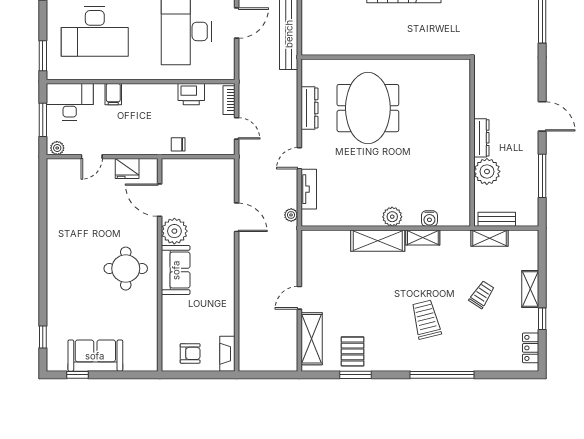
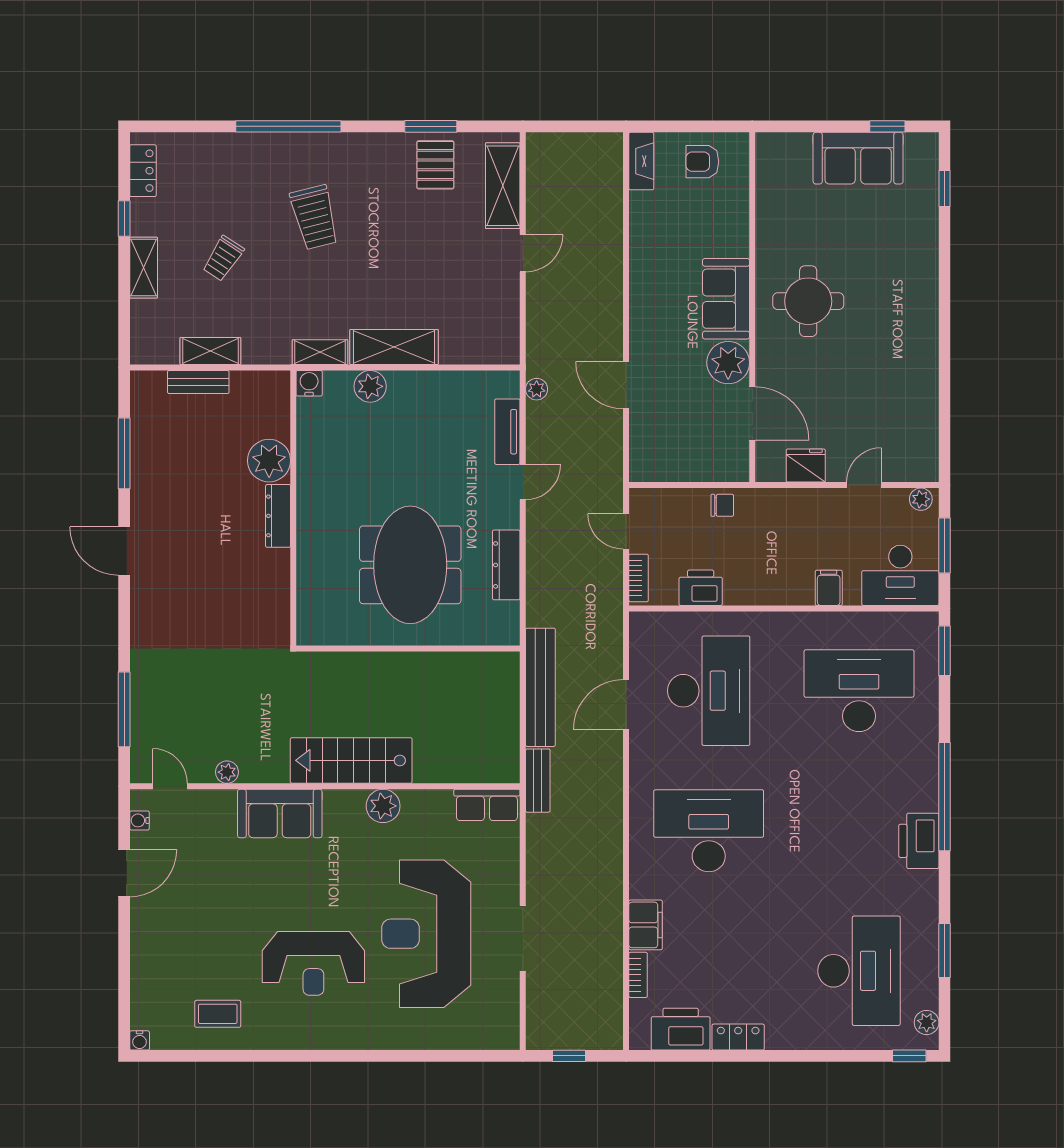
dresser: (481, 138) -> (278, 516), moved
wall: (472, 143) -> (293, 508), moved
plant: (487, 171) -> (269, 461), moved

